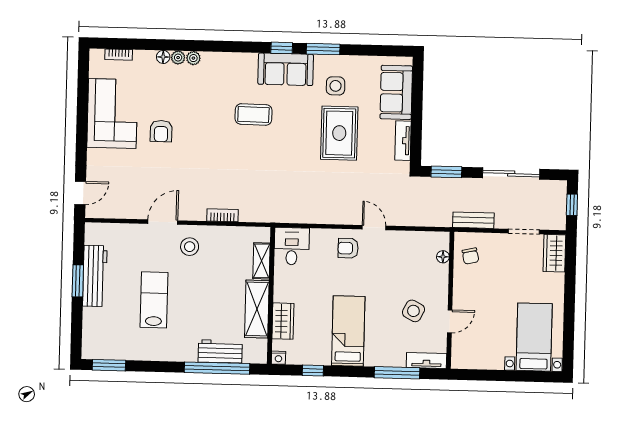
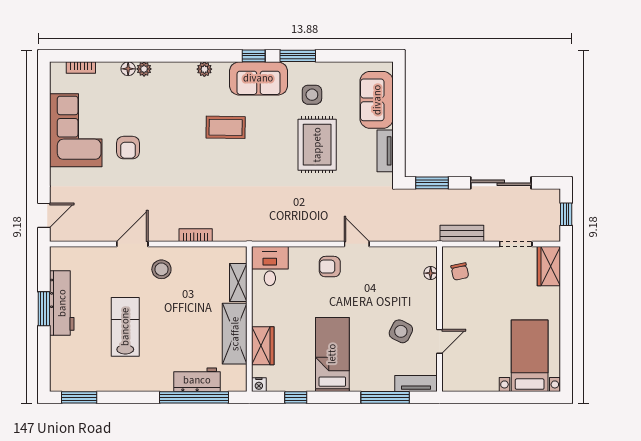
plant: (193, 58) -> (204, 69), moved

